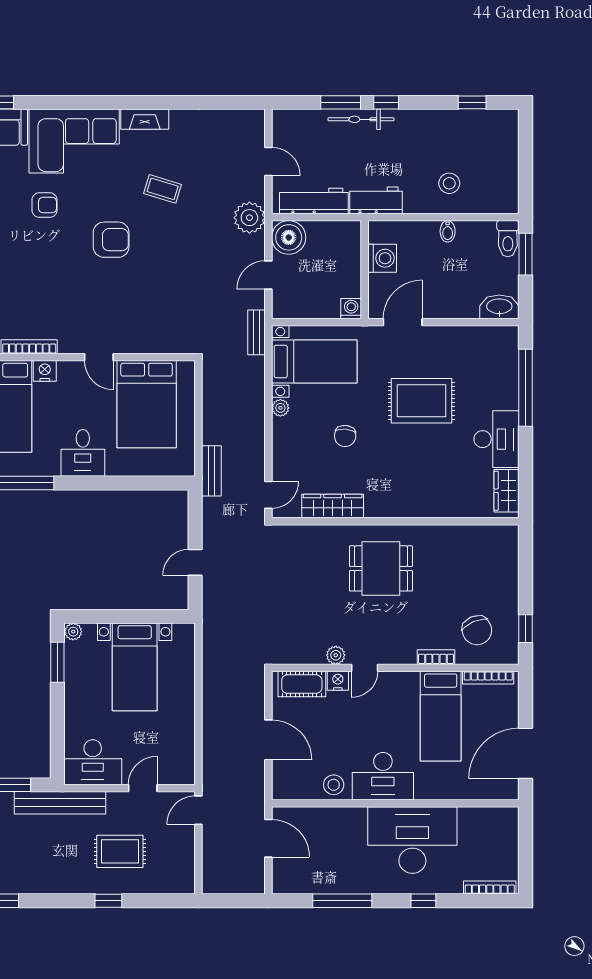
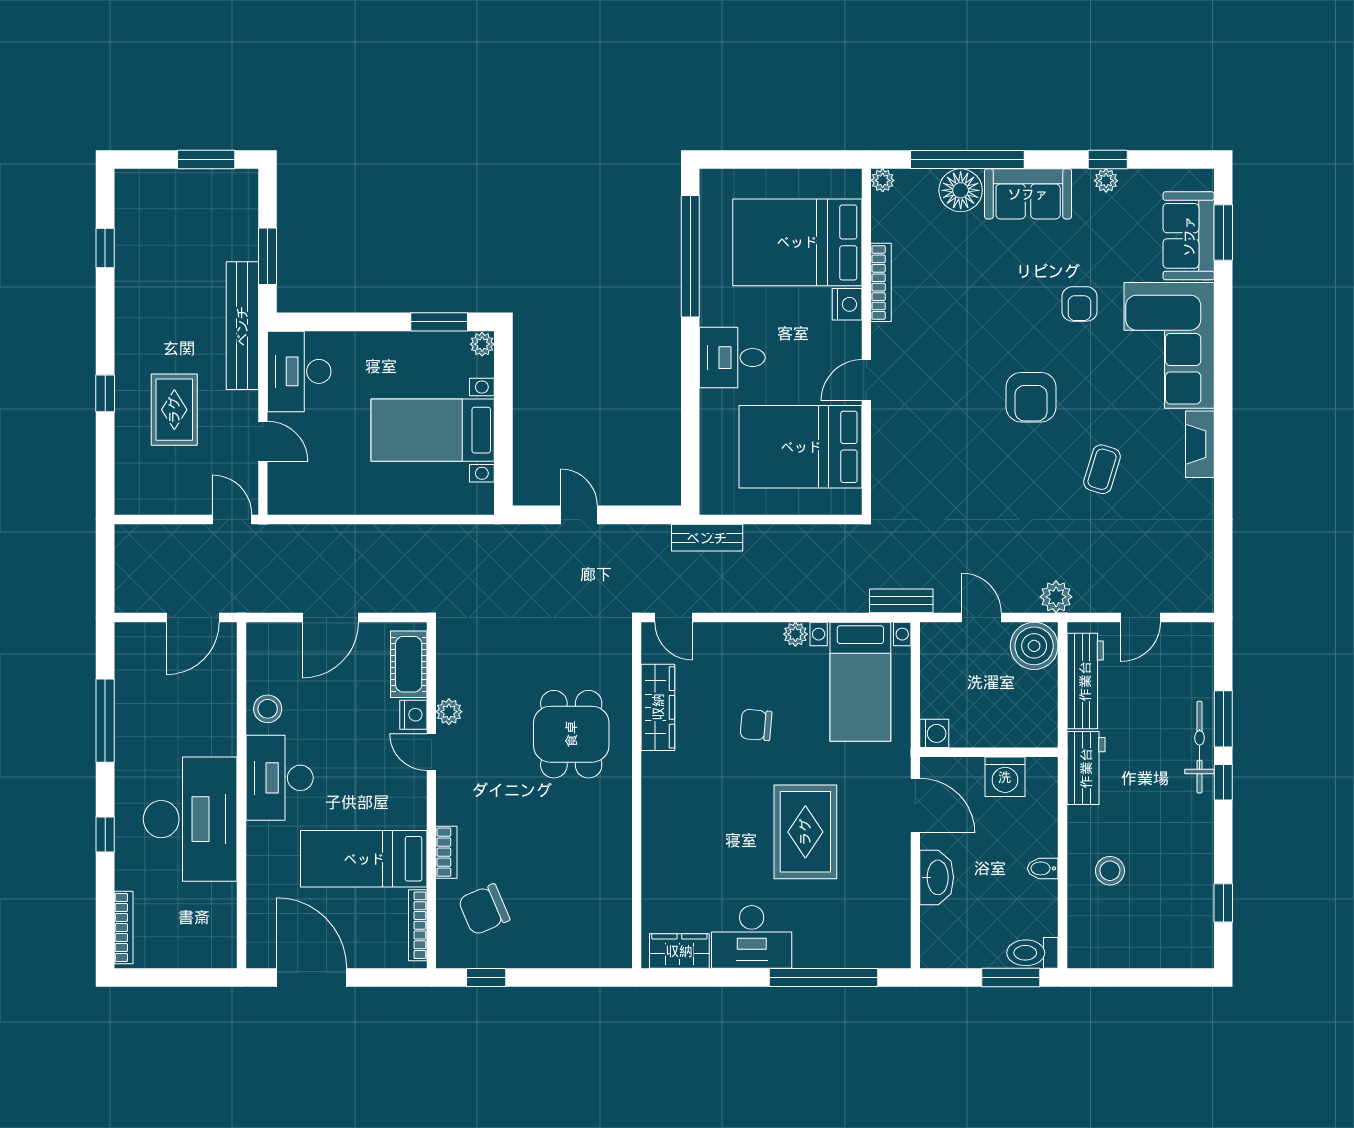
plant: (249, 218) -> (1056, 597), width x0.73, depth x0.73
washbasin: (499, 307) -> (937, 877), moved
dining table: (381, 568) -> (571, 734), moved

